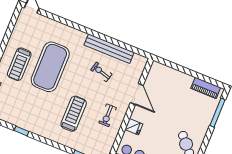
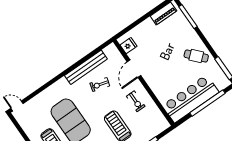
door: (137, 94) -> (134, 69), swing flipped
fridge: (134, 127) -> (128, 46), moved

